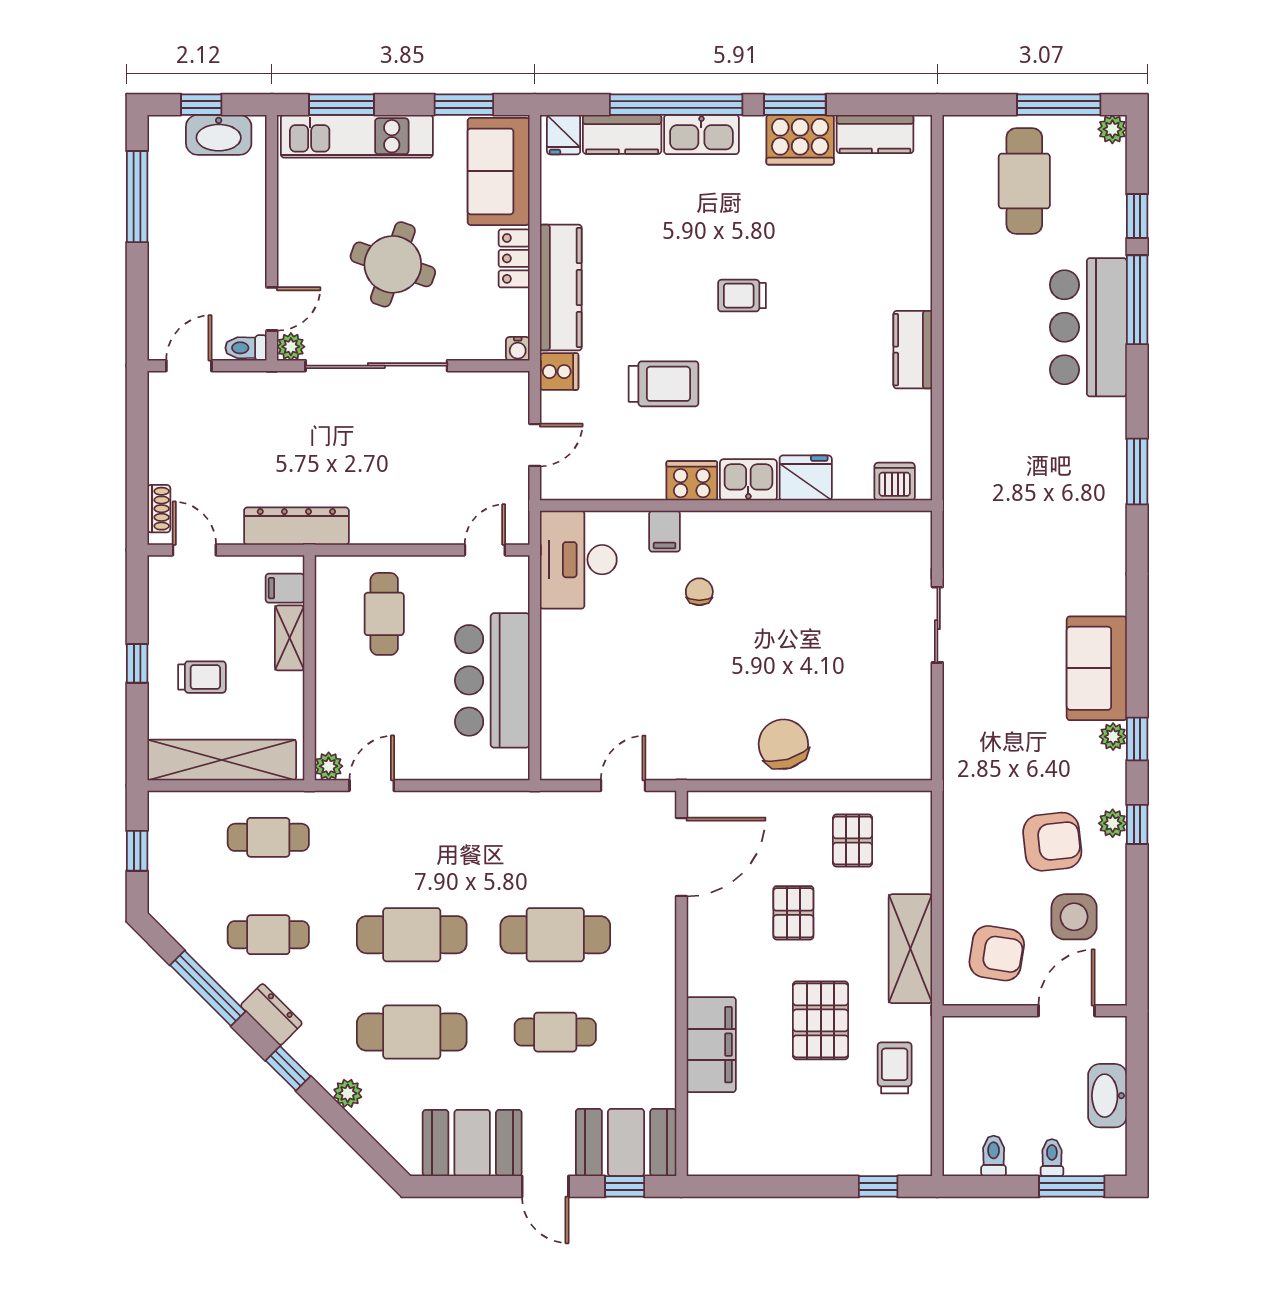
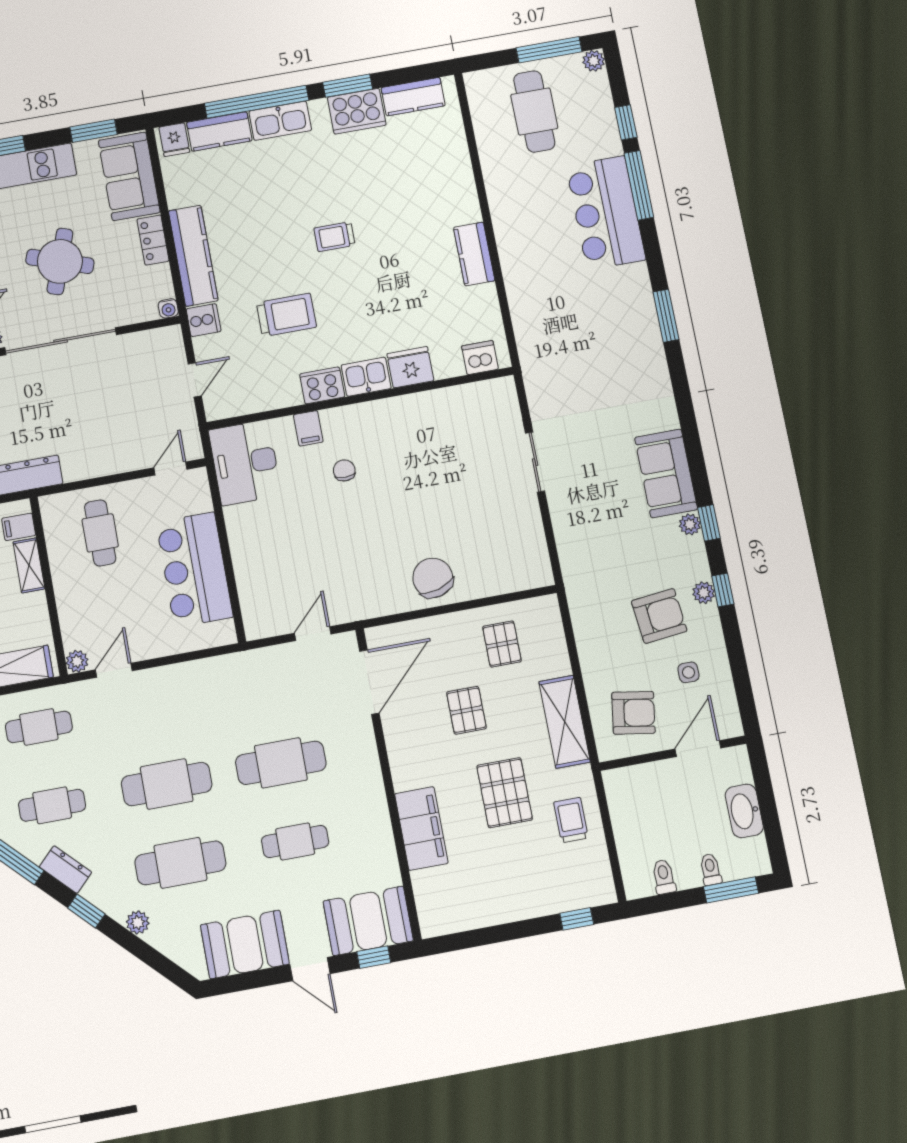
side table: (1074, 917) -> (688, 672), width x0.54, depth x0.54

